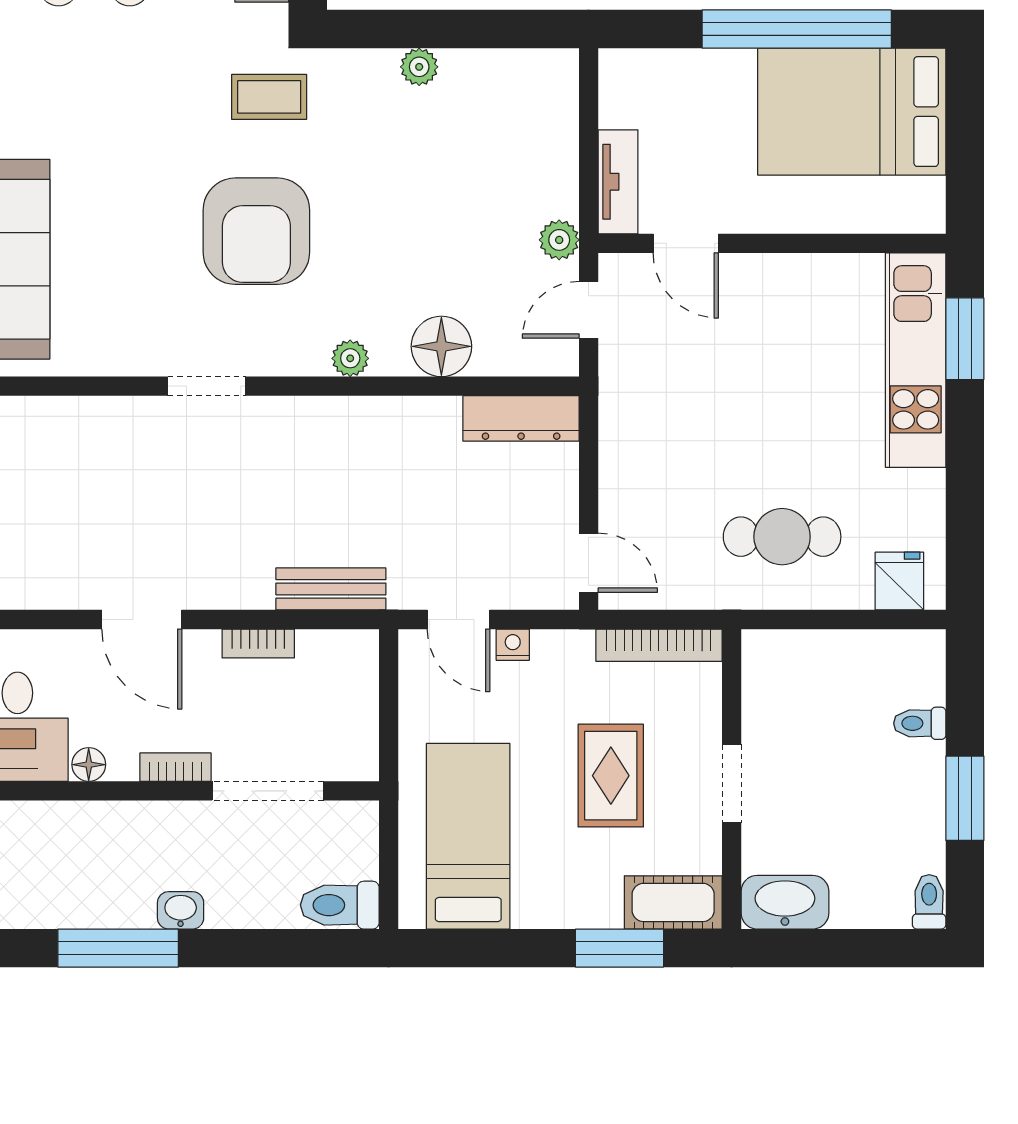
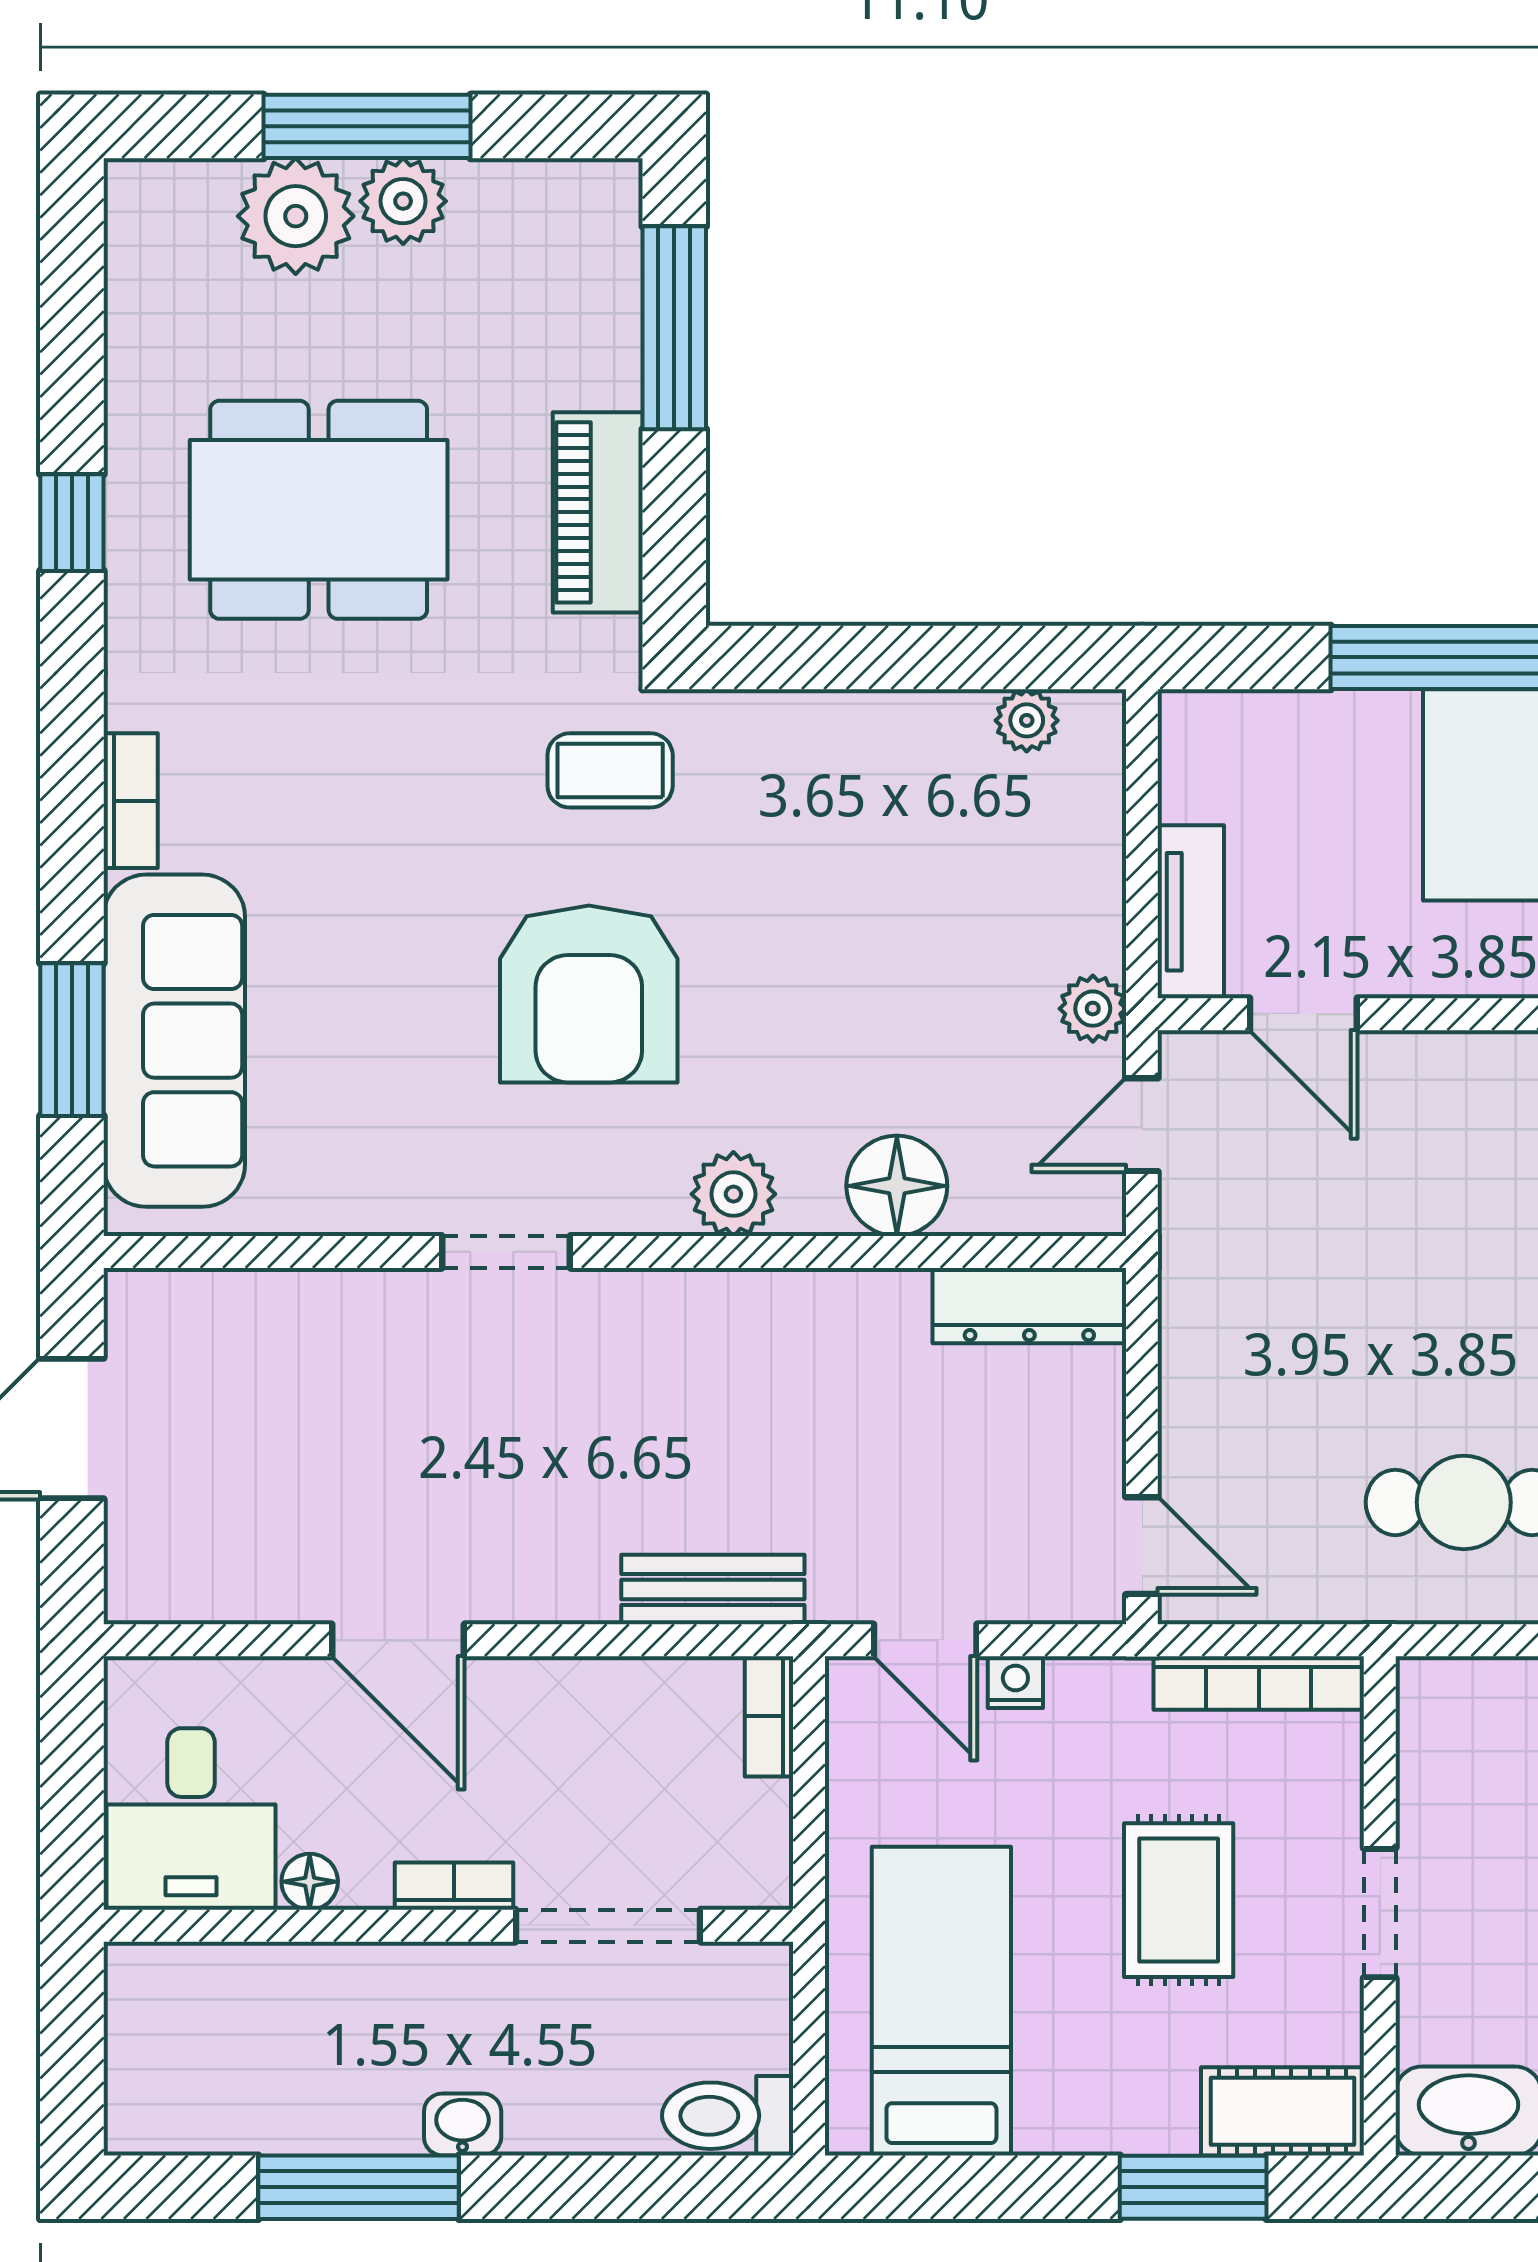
plant: (419, 67) -> (1027, 720), moved
plant: (350, 358) -> (733, 1194), width x1.38, depth x1.38
bookcase: (258, 644) -> (769, 1716), moved, turned 90

